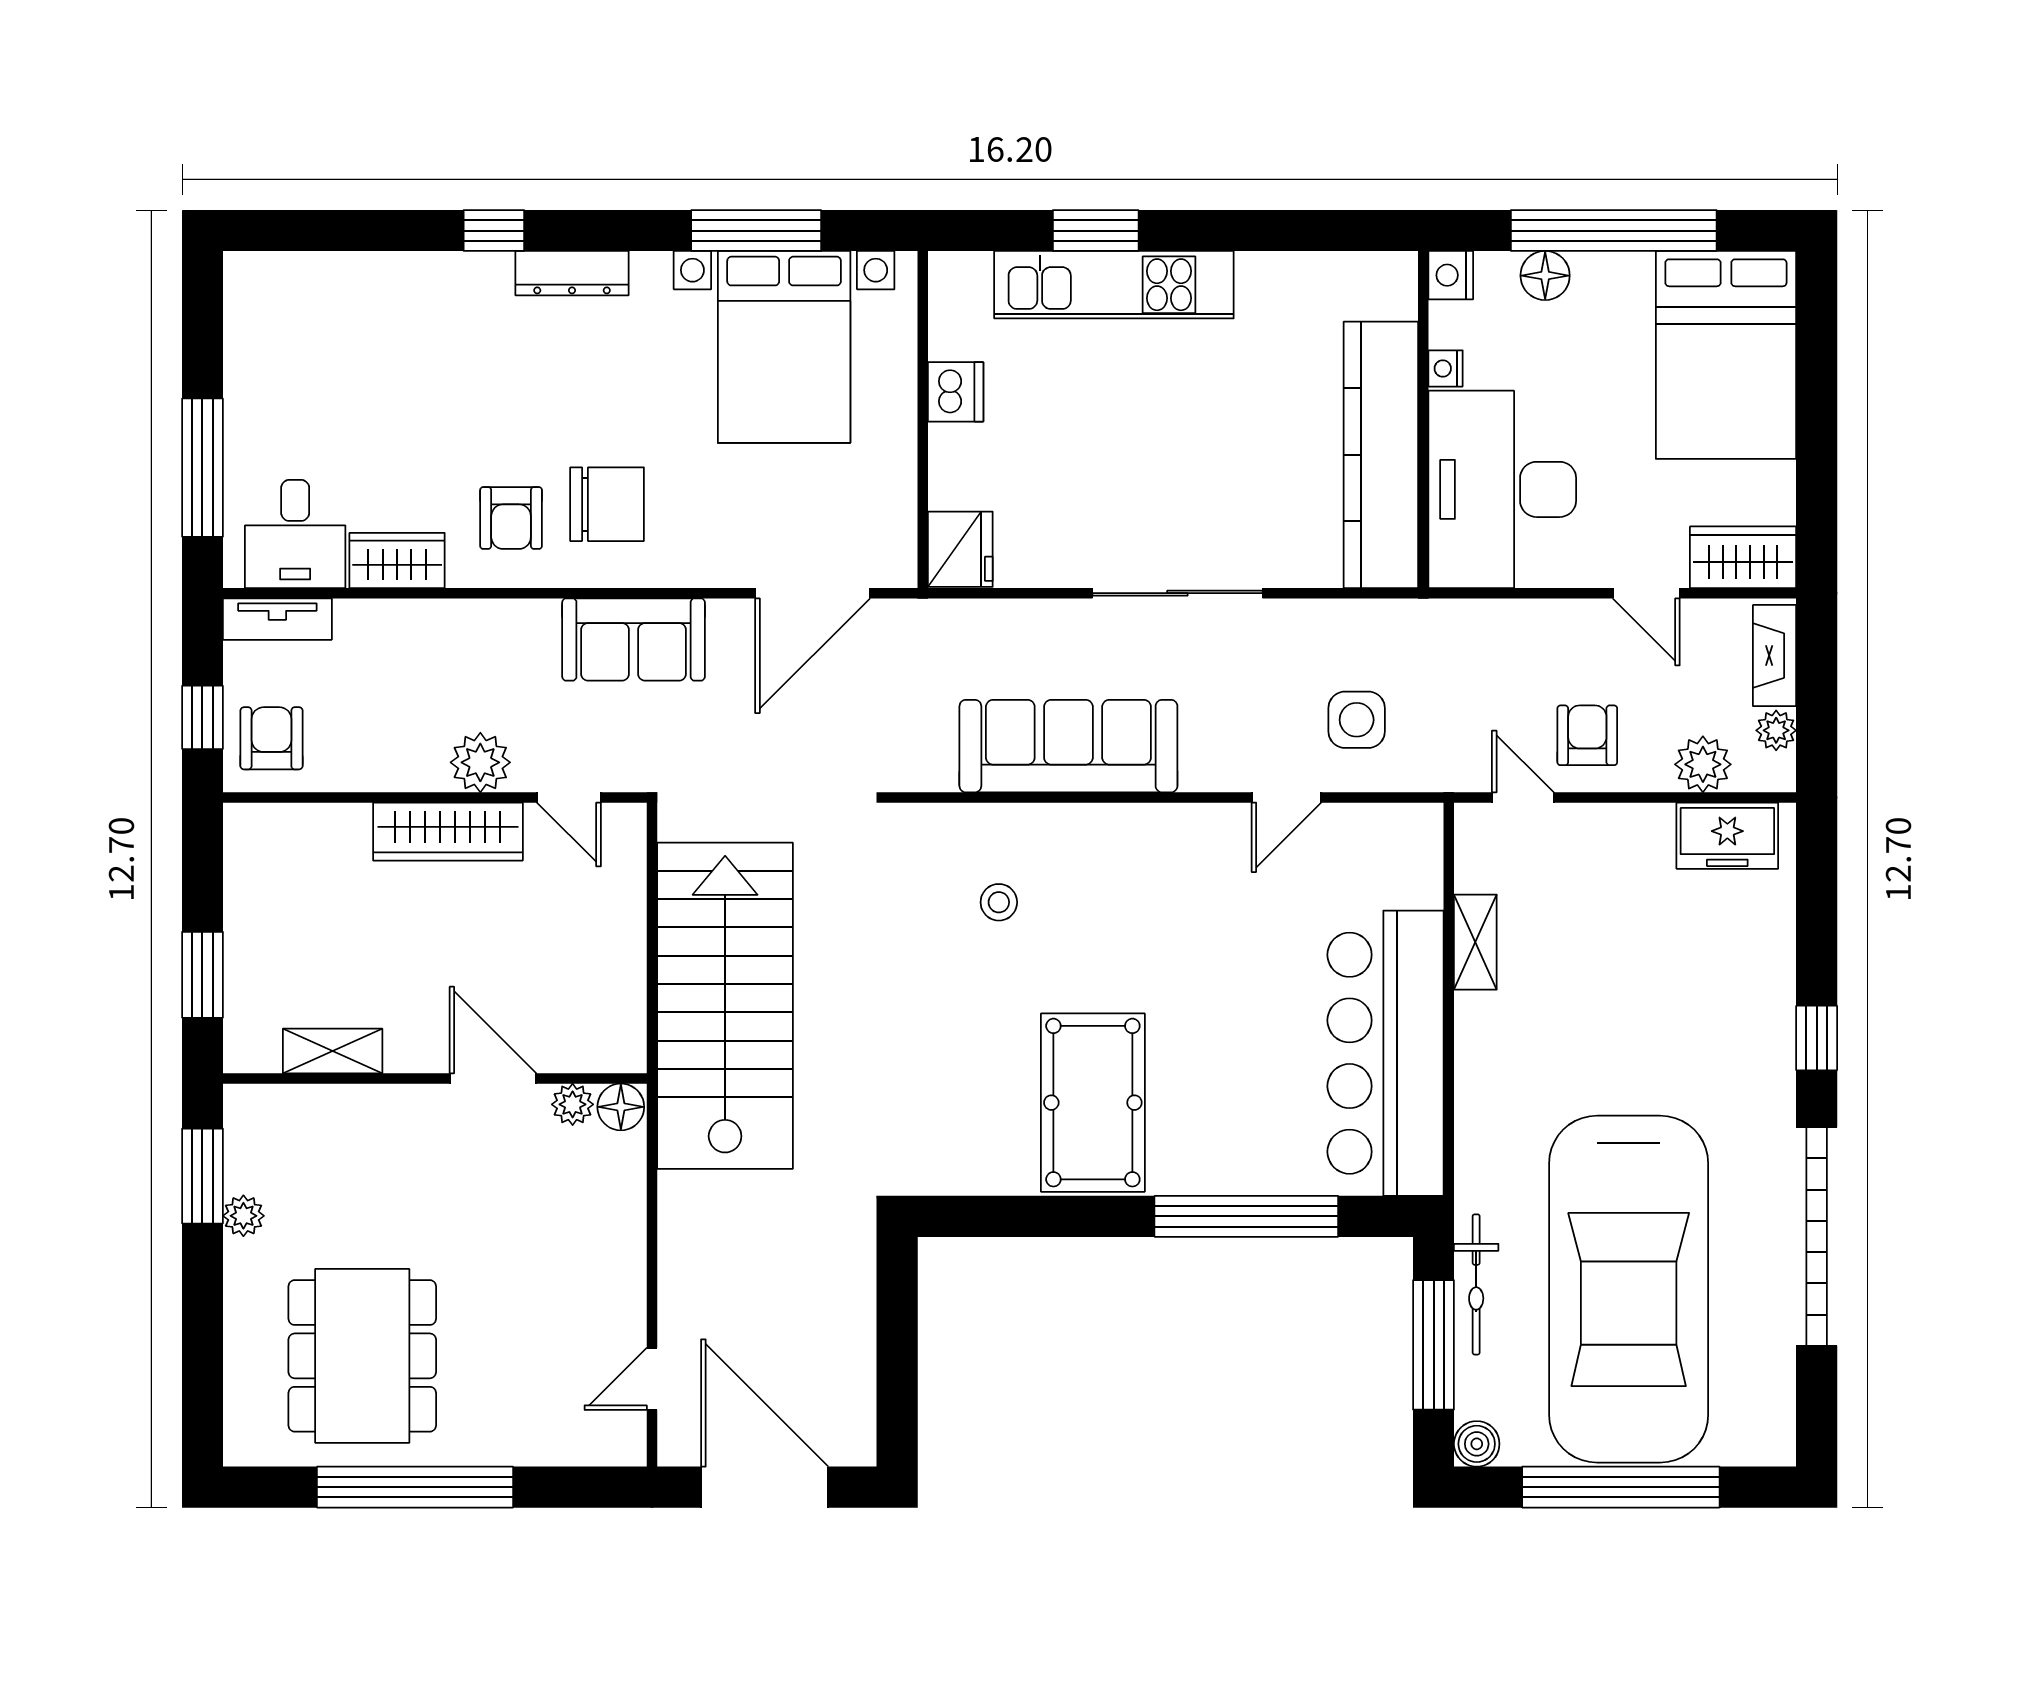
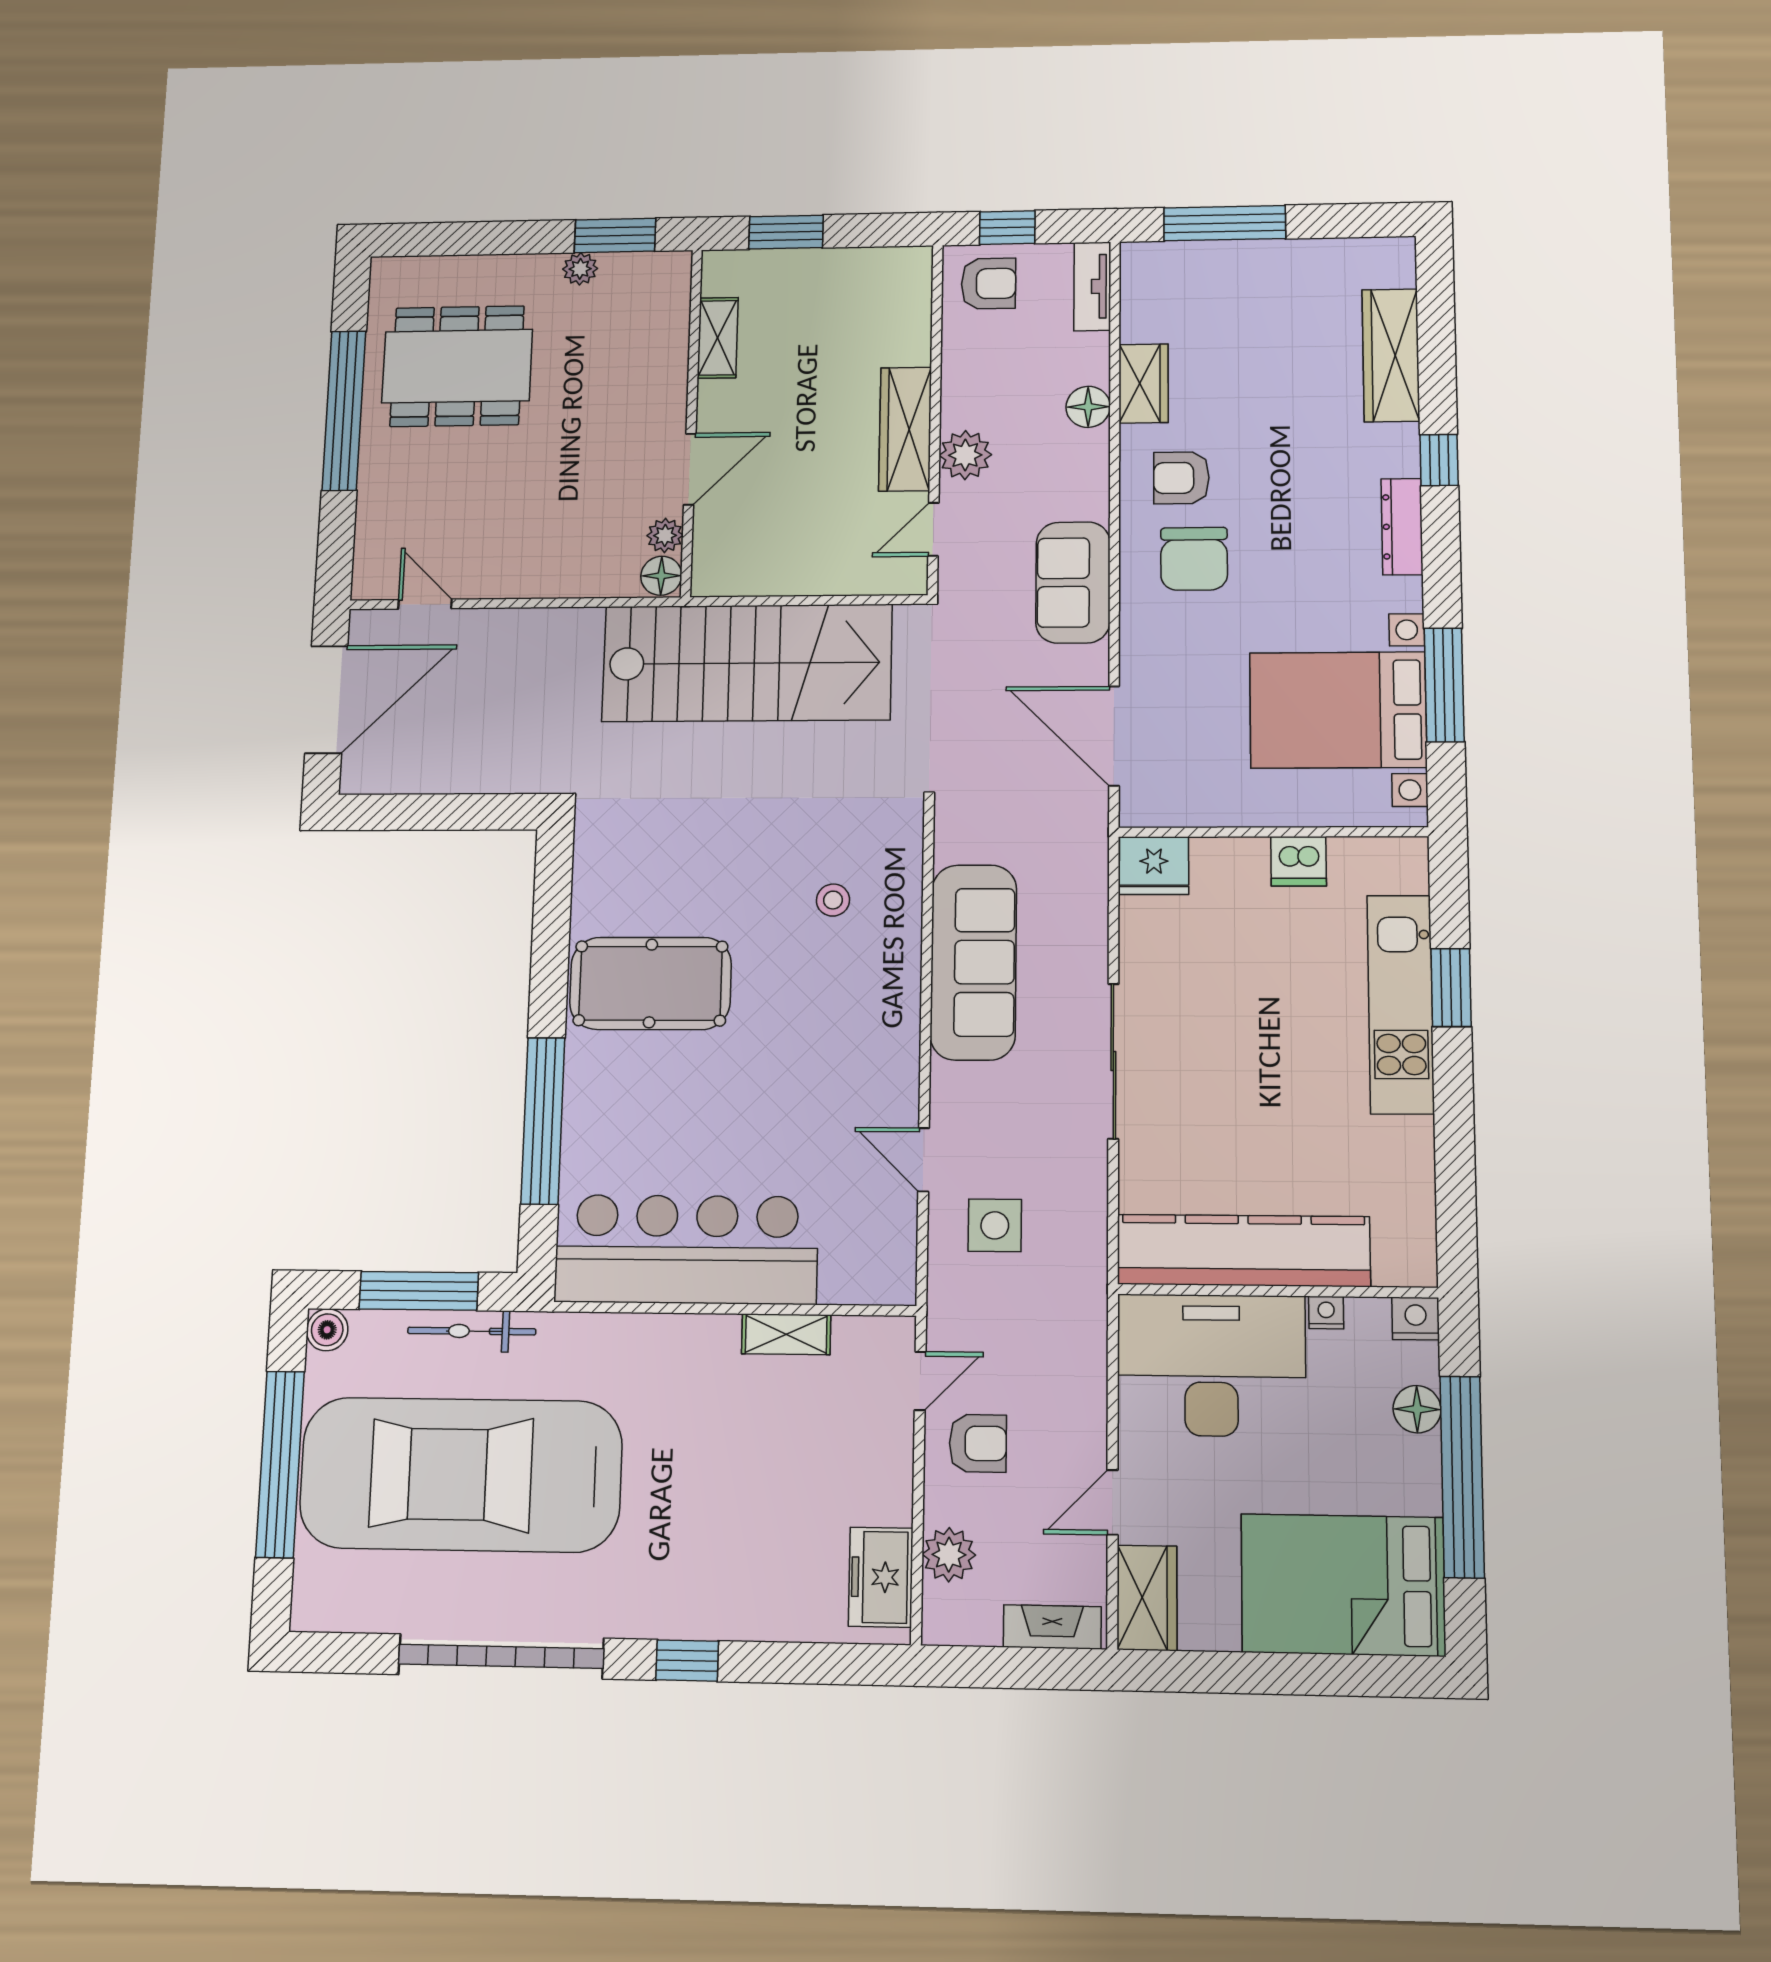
wardrobe: (368, 282) -> (1391, 355), added
desk: (295, 534) -> (1167, 300), removed
floor lamp: (424, 623) -> (1088, 407), added
plant: (1776, 730) -> (980, 1627), removed

